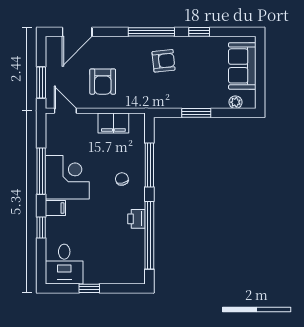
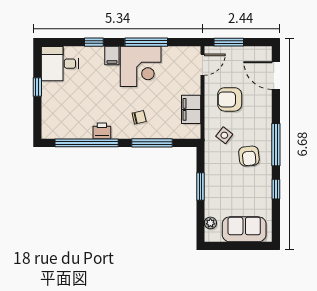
side table: (141, 87) -> (224, 135), added

